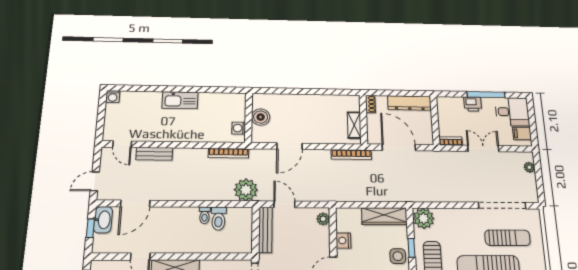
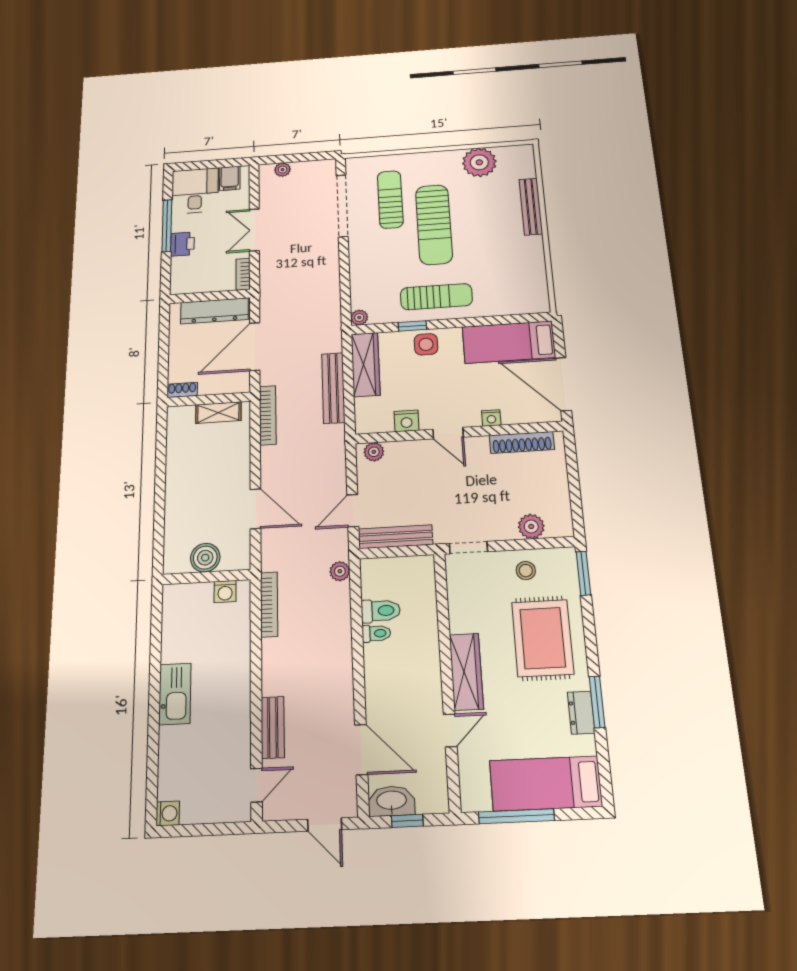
dresser: (409, 103) -> (214, 311), moved, turned 90
plant: (246, 190) -> (340, 571), width x0.53, depth x0.53
bench: (368, 195) -> (333, 388), added
plant: (423, 218) -> (359, 318), width x0.53, depth x0.53

